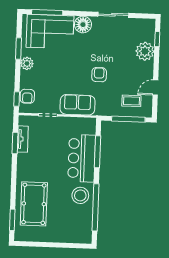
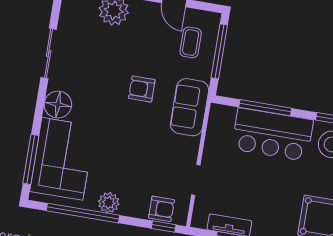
window: (19, 48) -> (83, 213), width x2.11
sofa: (77, 105) -> (190, 107), moved

